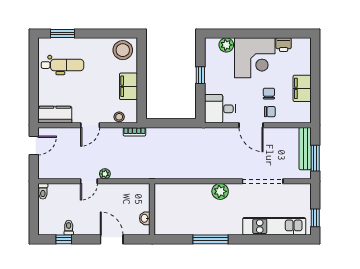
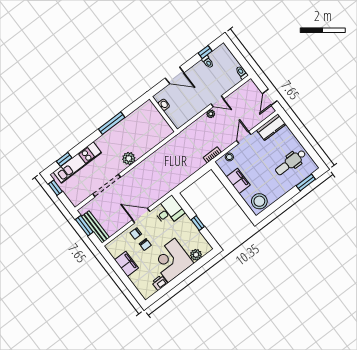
door: (89, 181) -> (217, 101), swing flipped
window: (285, 239) -> (64, 159), added

